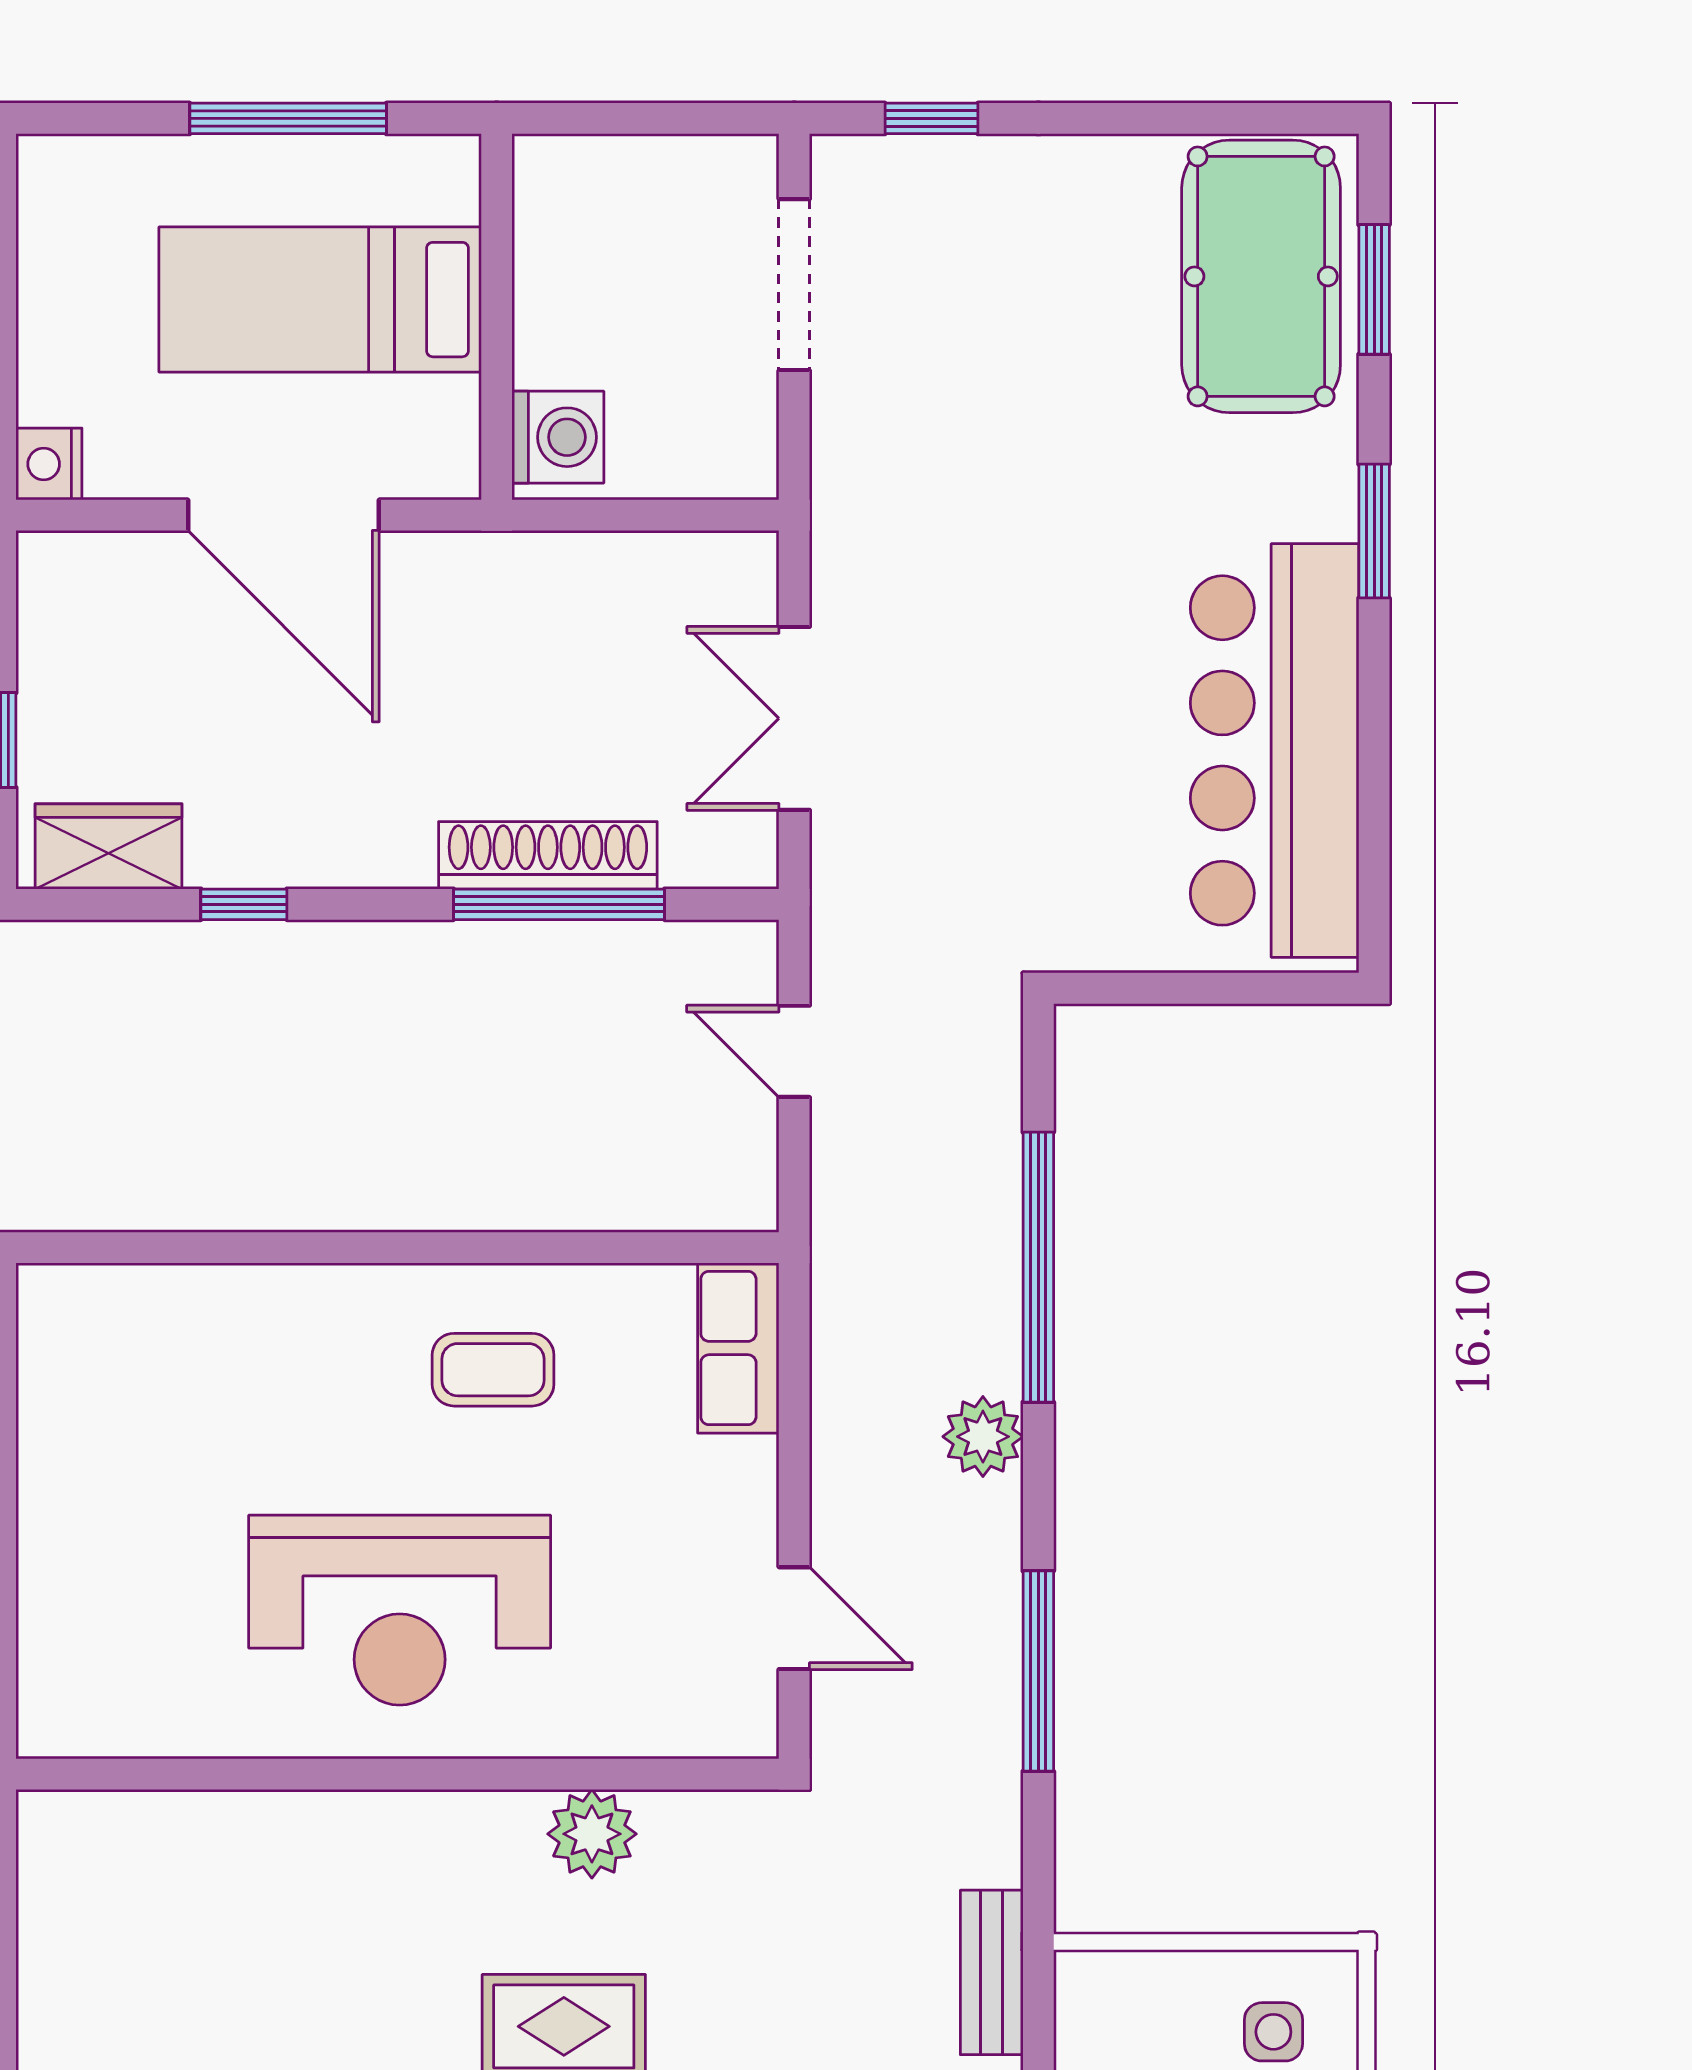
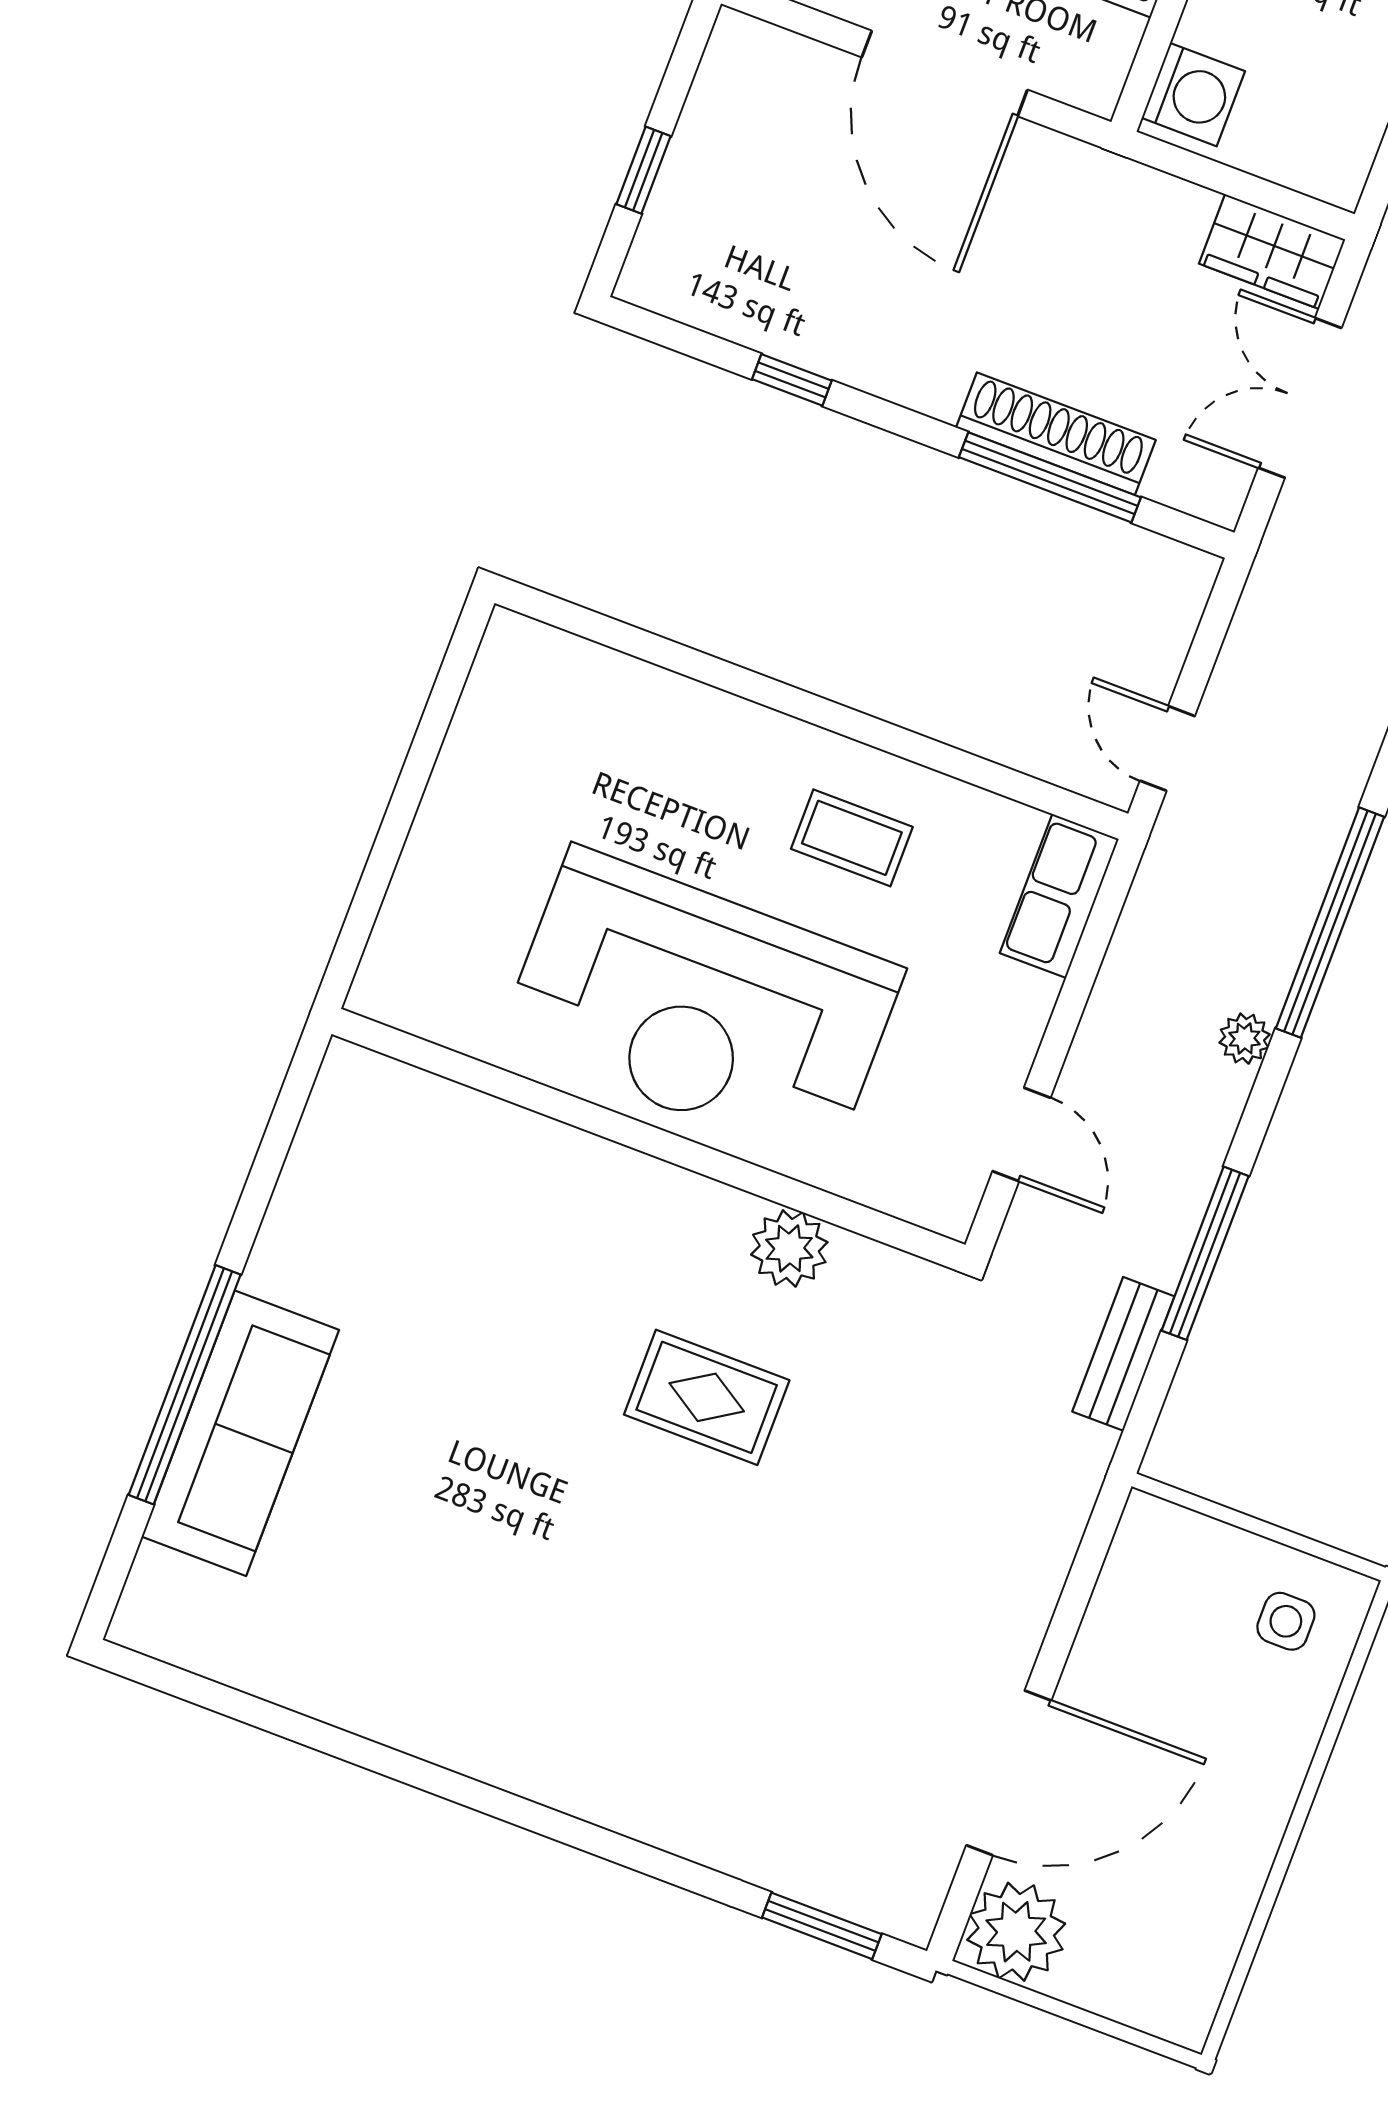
wardrobe: (109, 846) -> (1272, 251), moved, turned 180
door: (794, 1051) -> (1167, 748), moved
plant: (983, 1437) -> (1245, 1039), width x0.73, depth x0.73
reception desk: (400, 1610) -> (701, 1006), width x1.36, depth x1.30
bench: (992, 1972) -> (1123, 1354), moved

